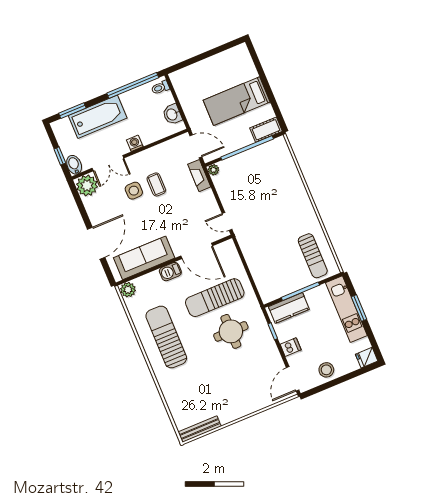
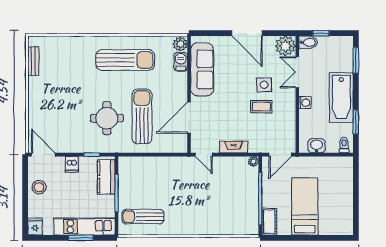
window: (133, 85) -> (356, 122), width x0.47
bathtub: (98, 117) -> (341, 98), moved
fireplace: (199, 176) -> (234, 147), moved
door: (227, 221) -> (204, 155), swing flipped
door: (96, 243) -> (247, 33), moved
barbecue: (170, 272) -> (181, 62), moved
bench: (200, 429) -> (33, 61), width x0.73

